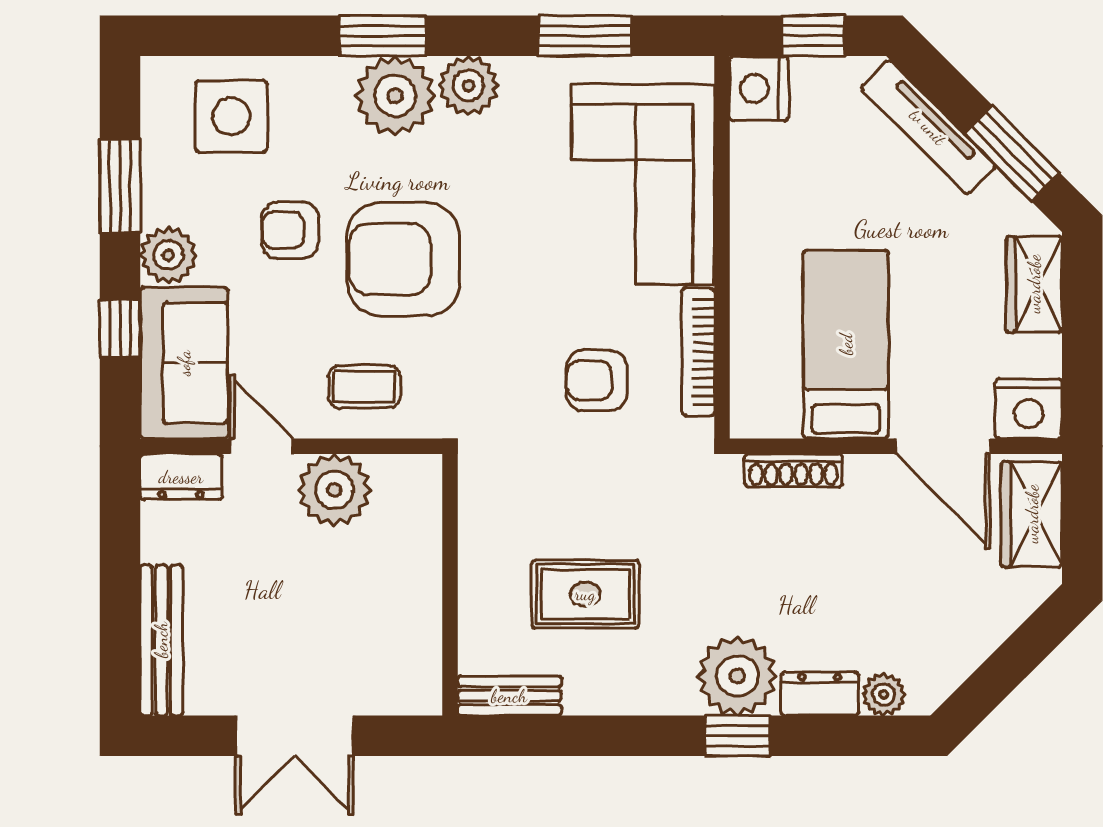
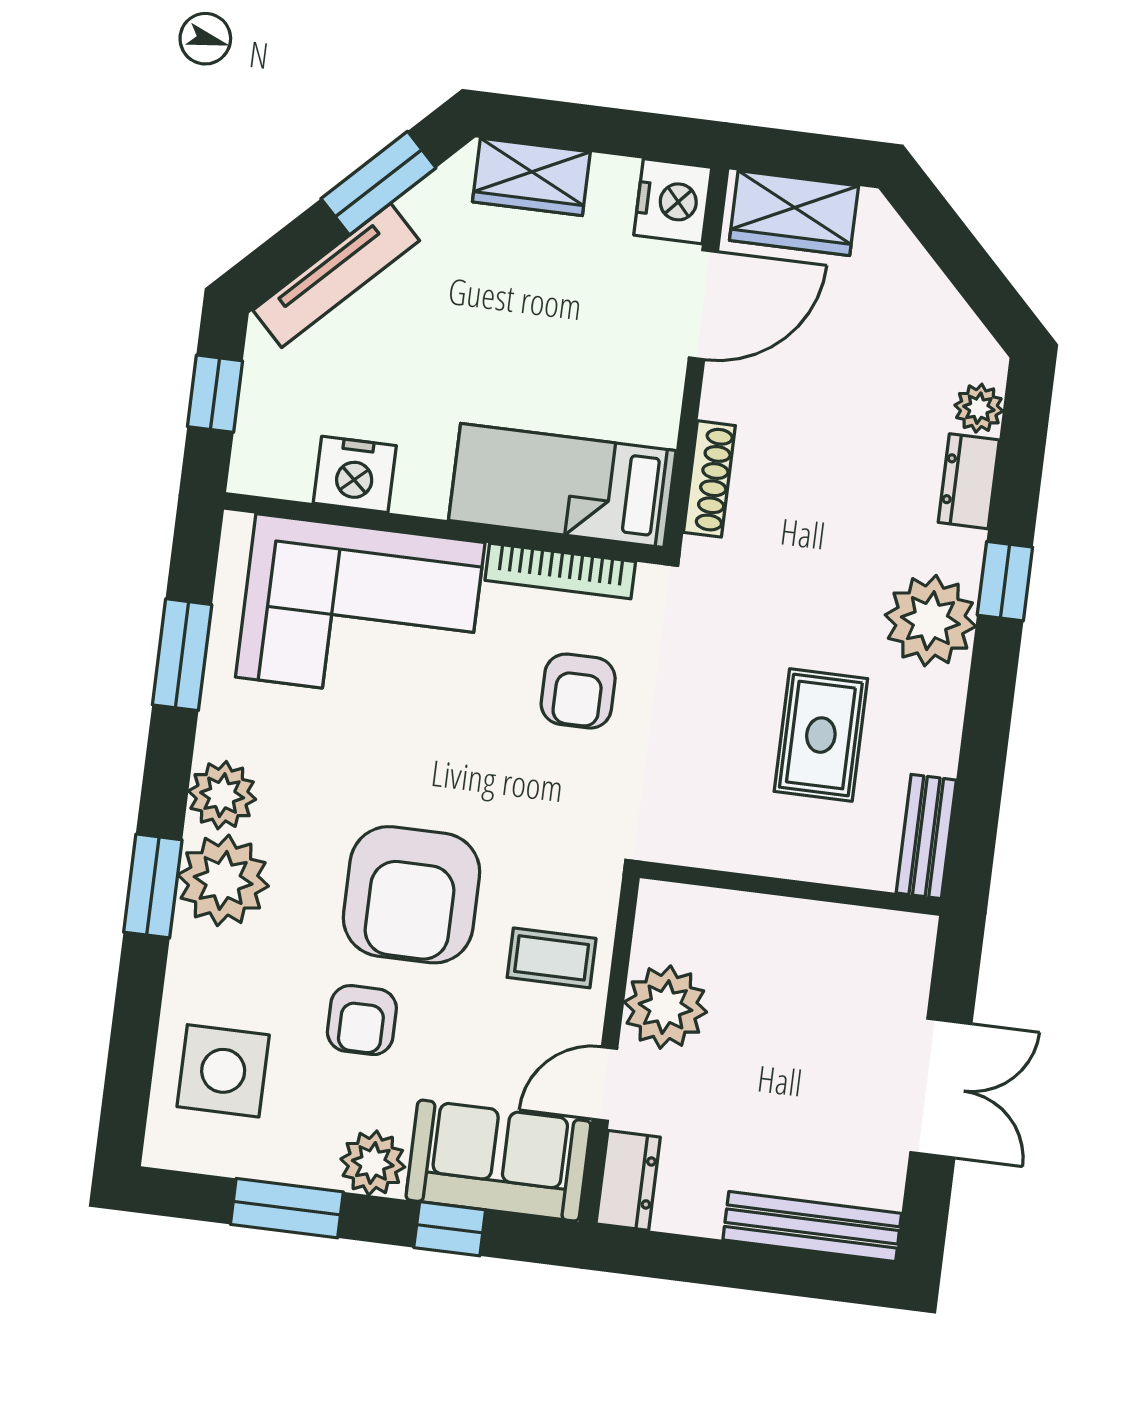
nightstand: (759, 89) -> (355, 474), moved
bed: (846, 344) -> (562, 485), moved
coffee table: (364, 387) -> (552, 958), turned 90
plant: (737, 676) -> (930, 621), moved

